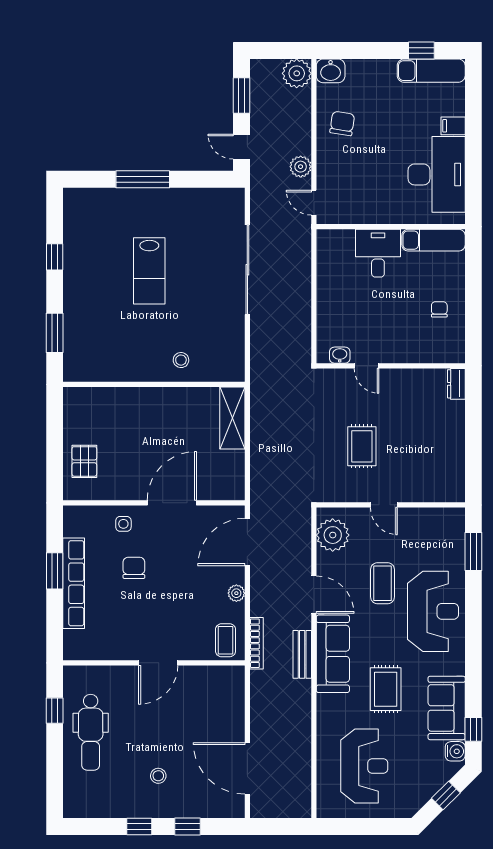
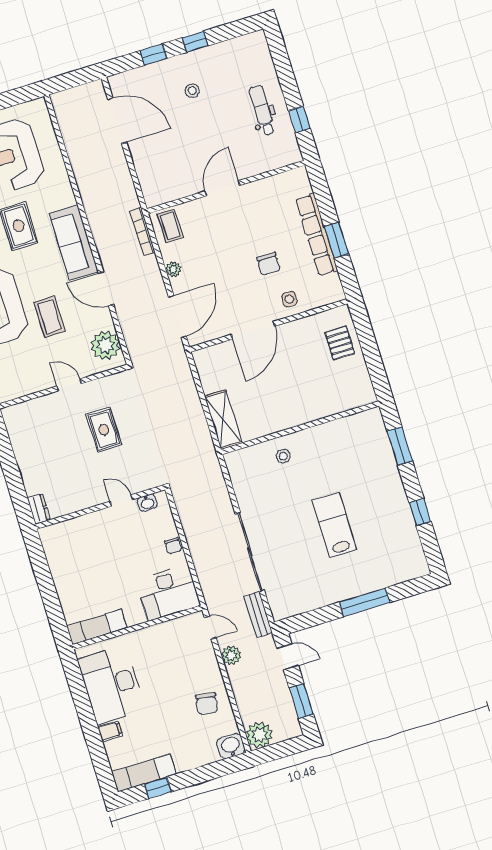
desk: (378, 253) -> (168, 593), moved, width x1.37
chair: (439, 309) -> (173, 546), moved
bench: (302, 654) -> (258, 615), moved
dental chair: (91, 732) -> (262, 110), width x0.73, depth x0.72

